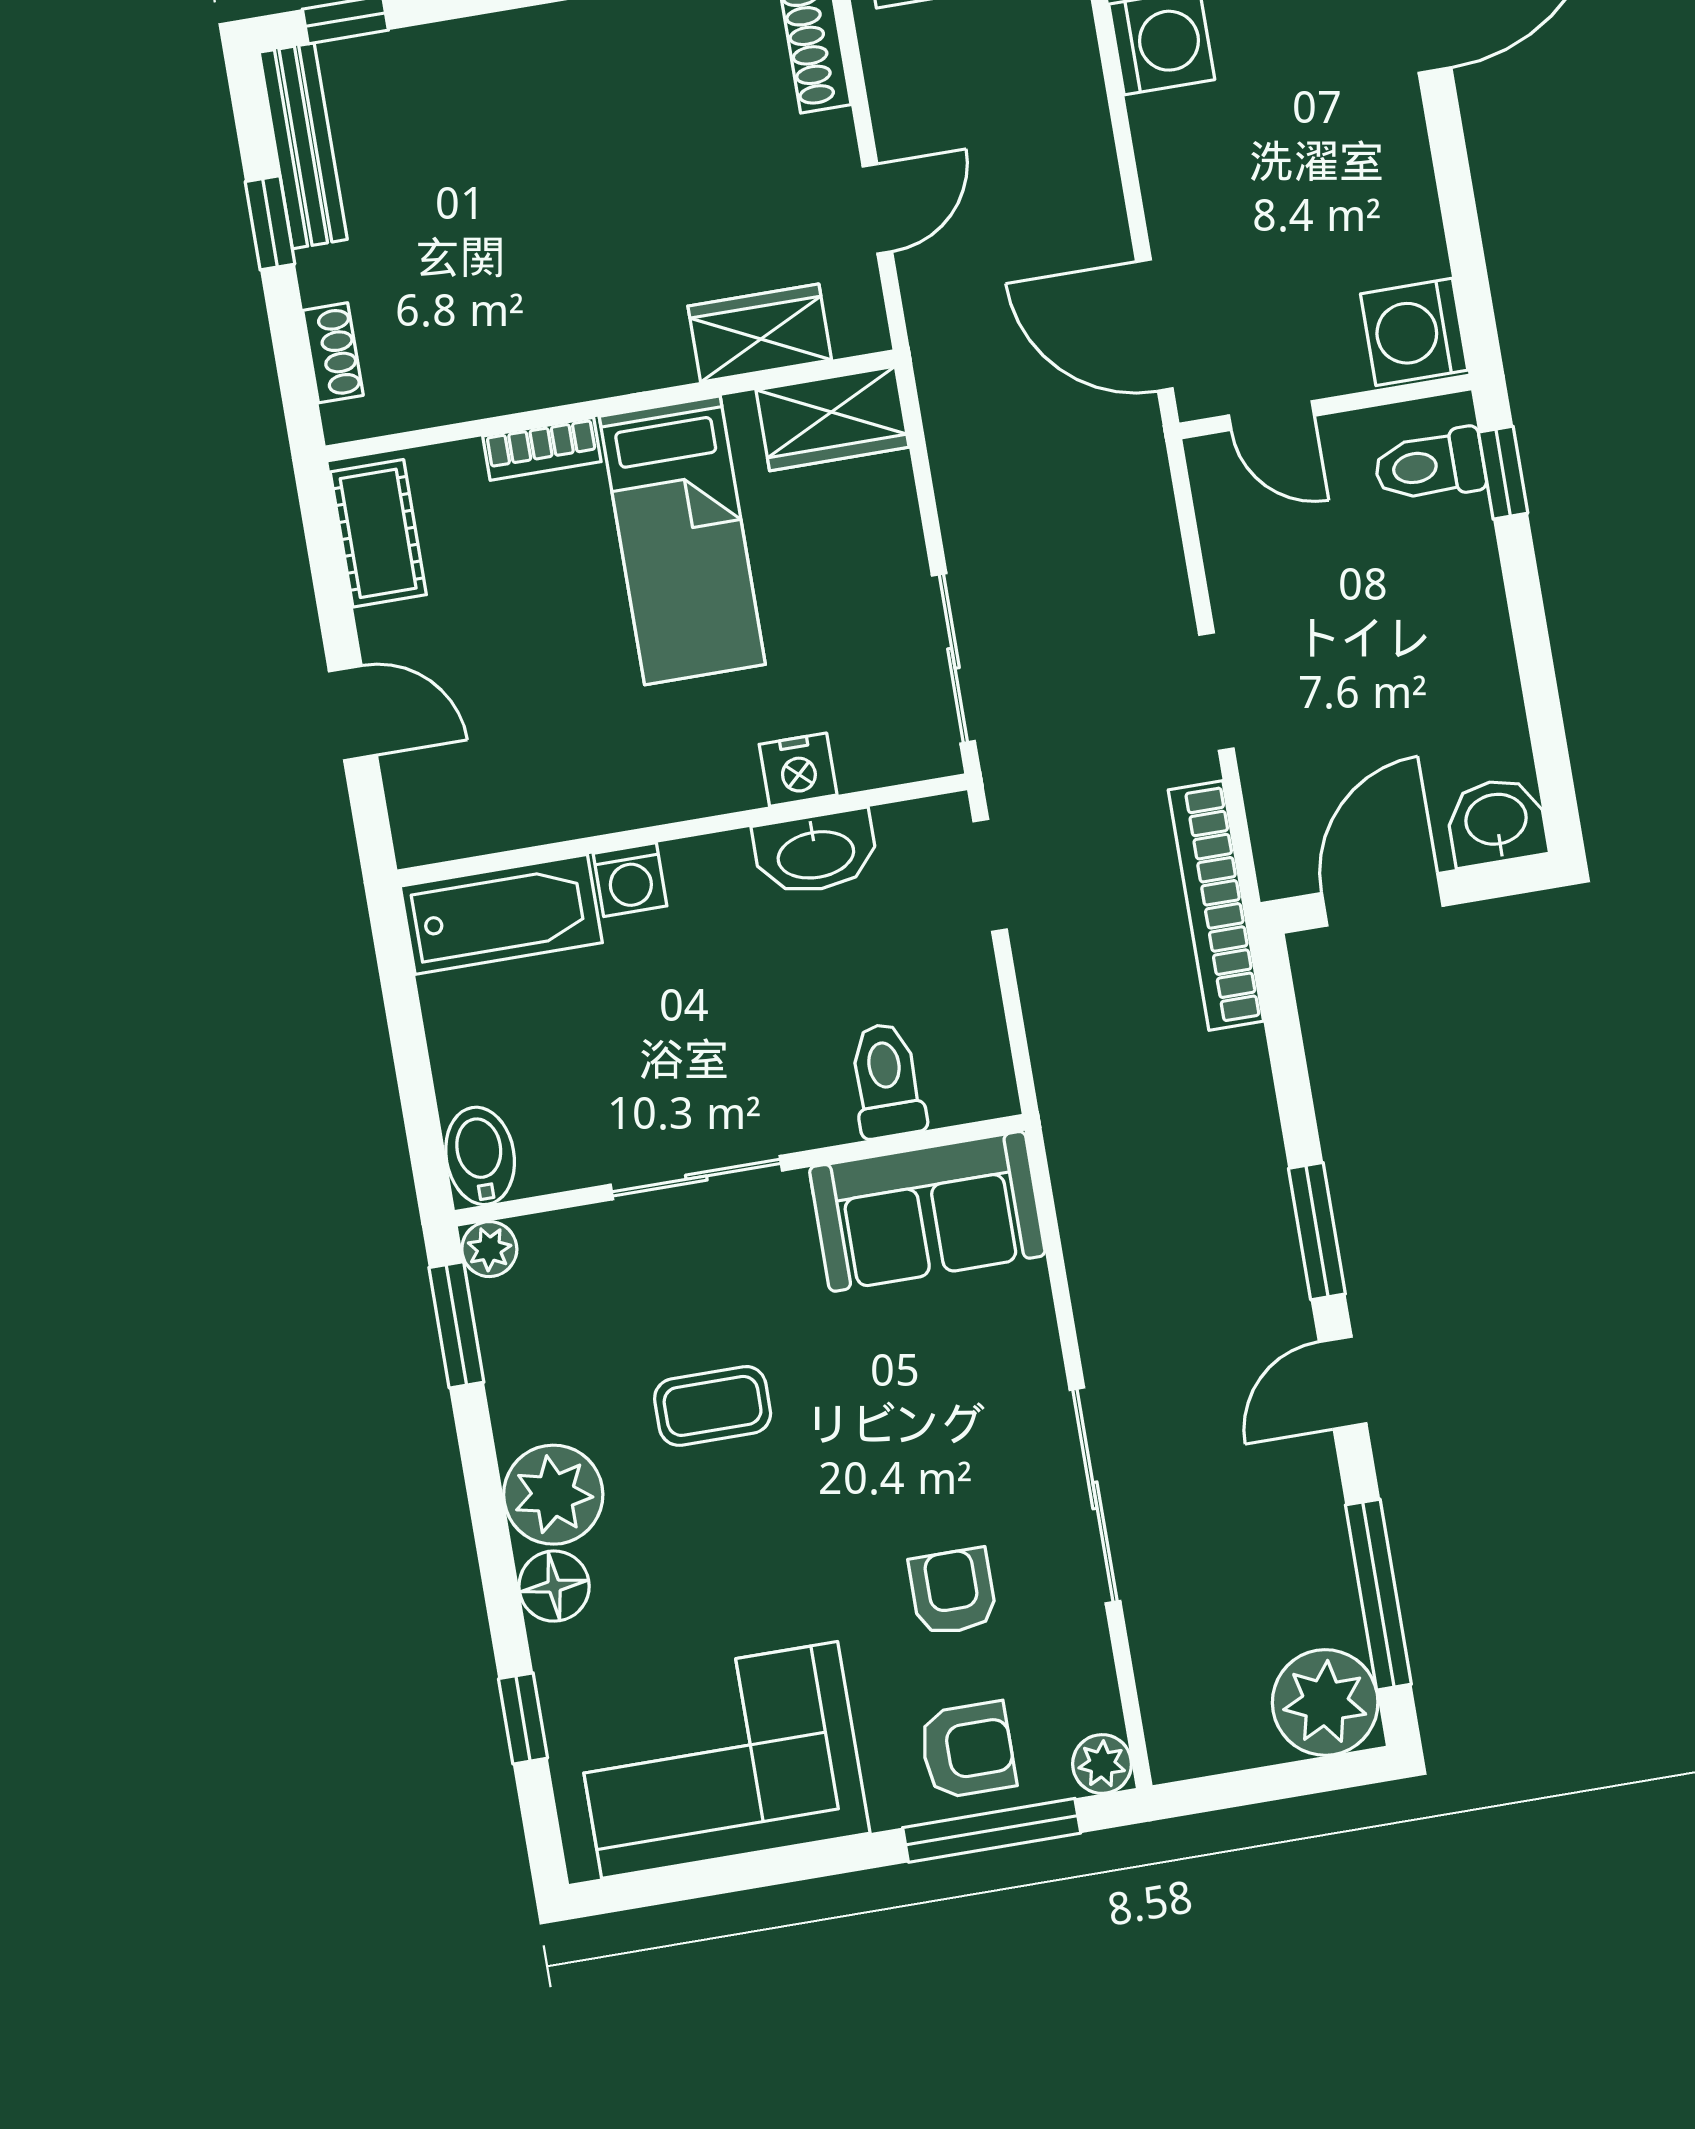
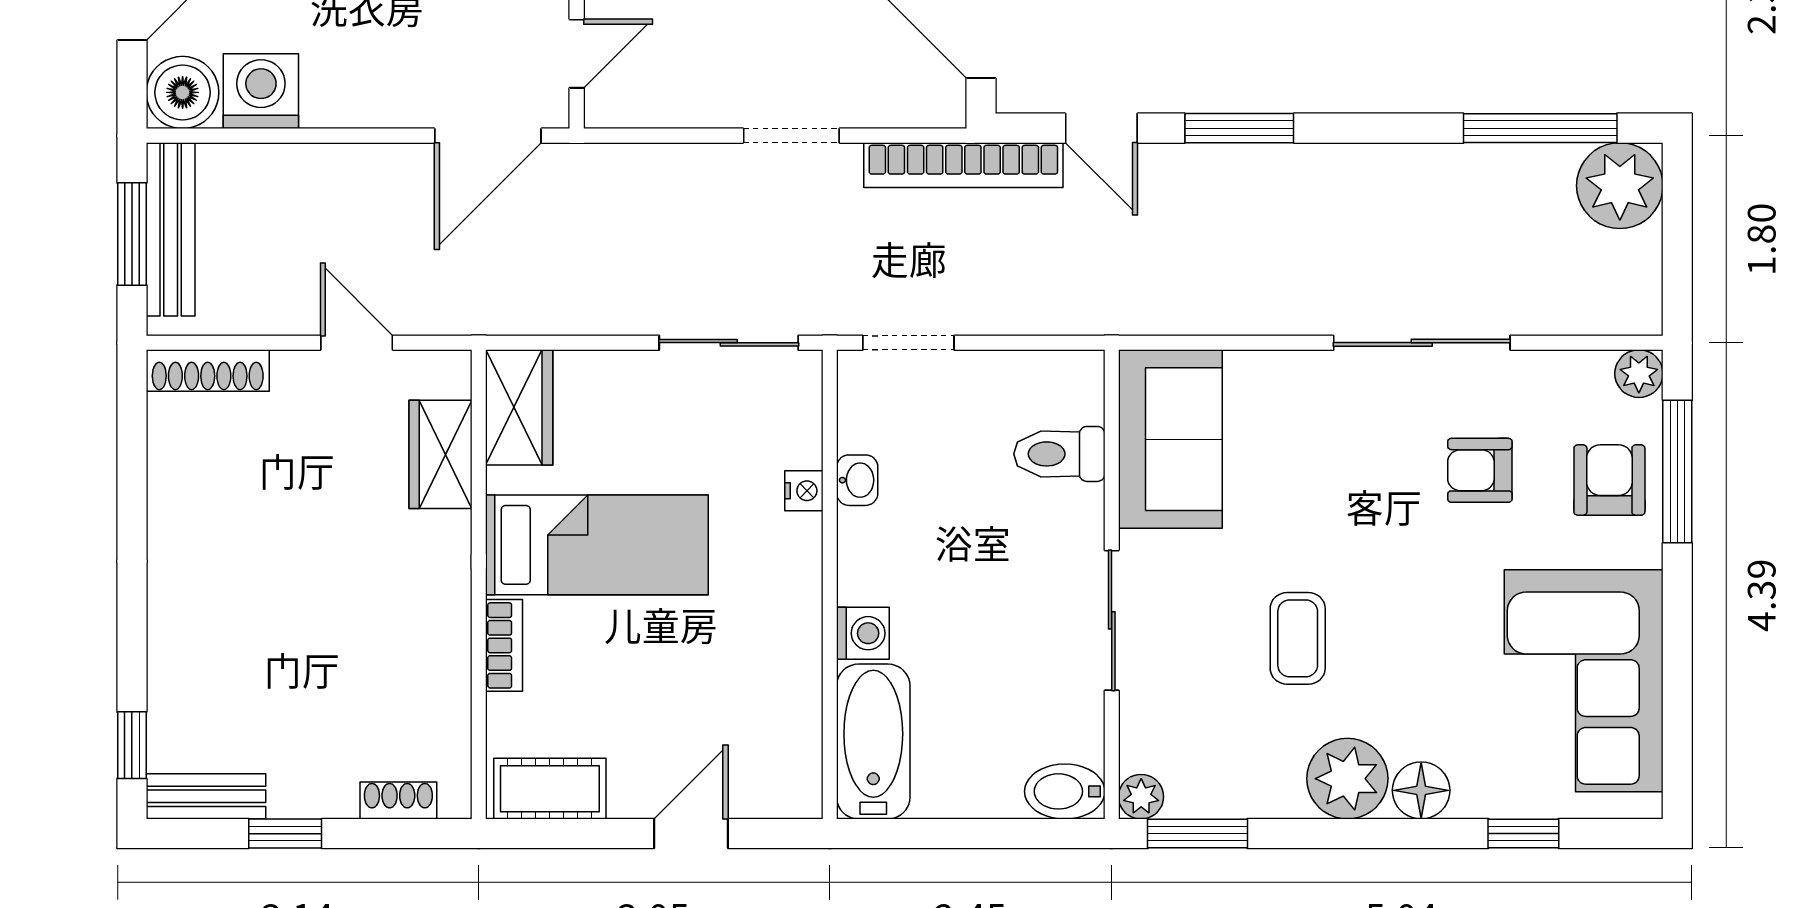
bench: (303, 146) -> (206, 796), width x0.73
nightstand: (798, 770) -> (804, 491), width x0.72, depth x0.74
washbasin: (816, 853) -> (857, 480), width x0.52, depth x0.69
door: (1343, 1383) -> (1101, 128), moved

